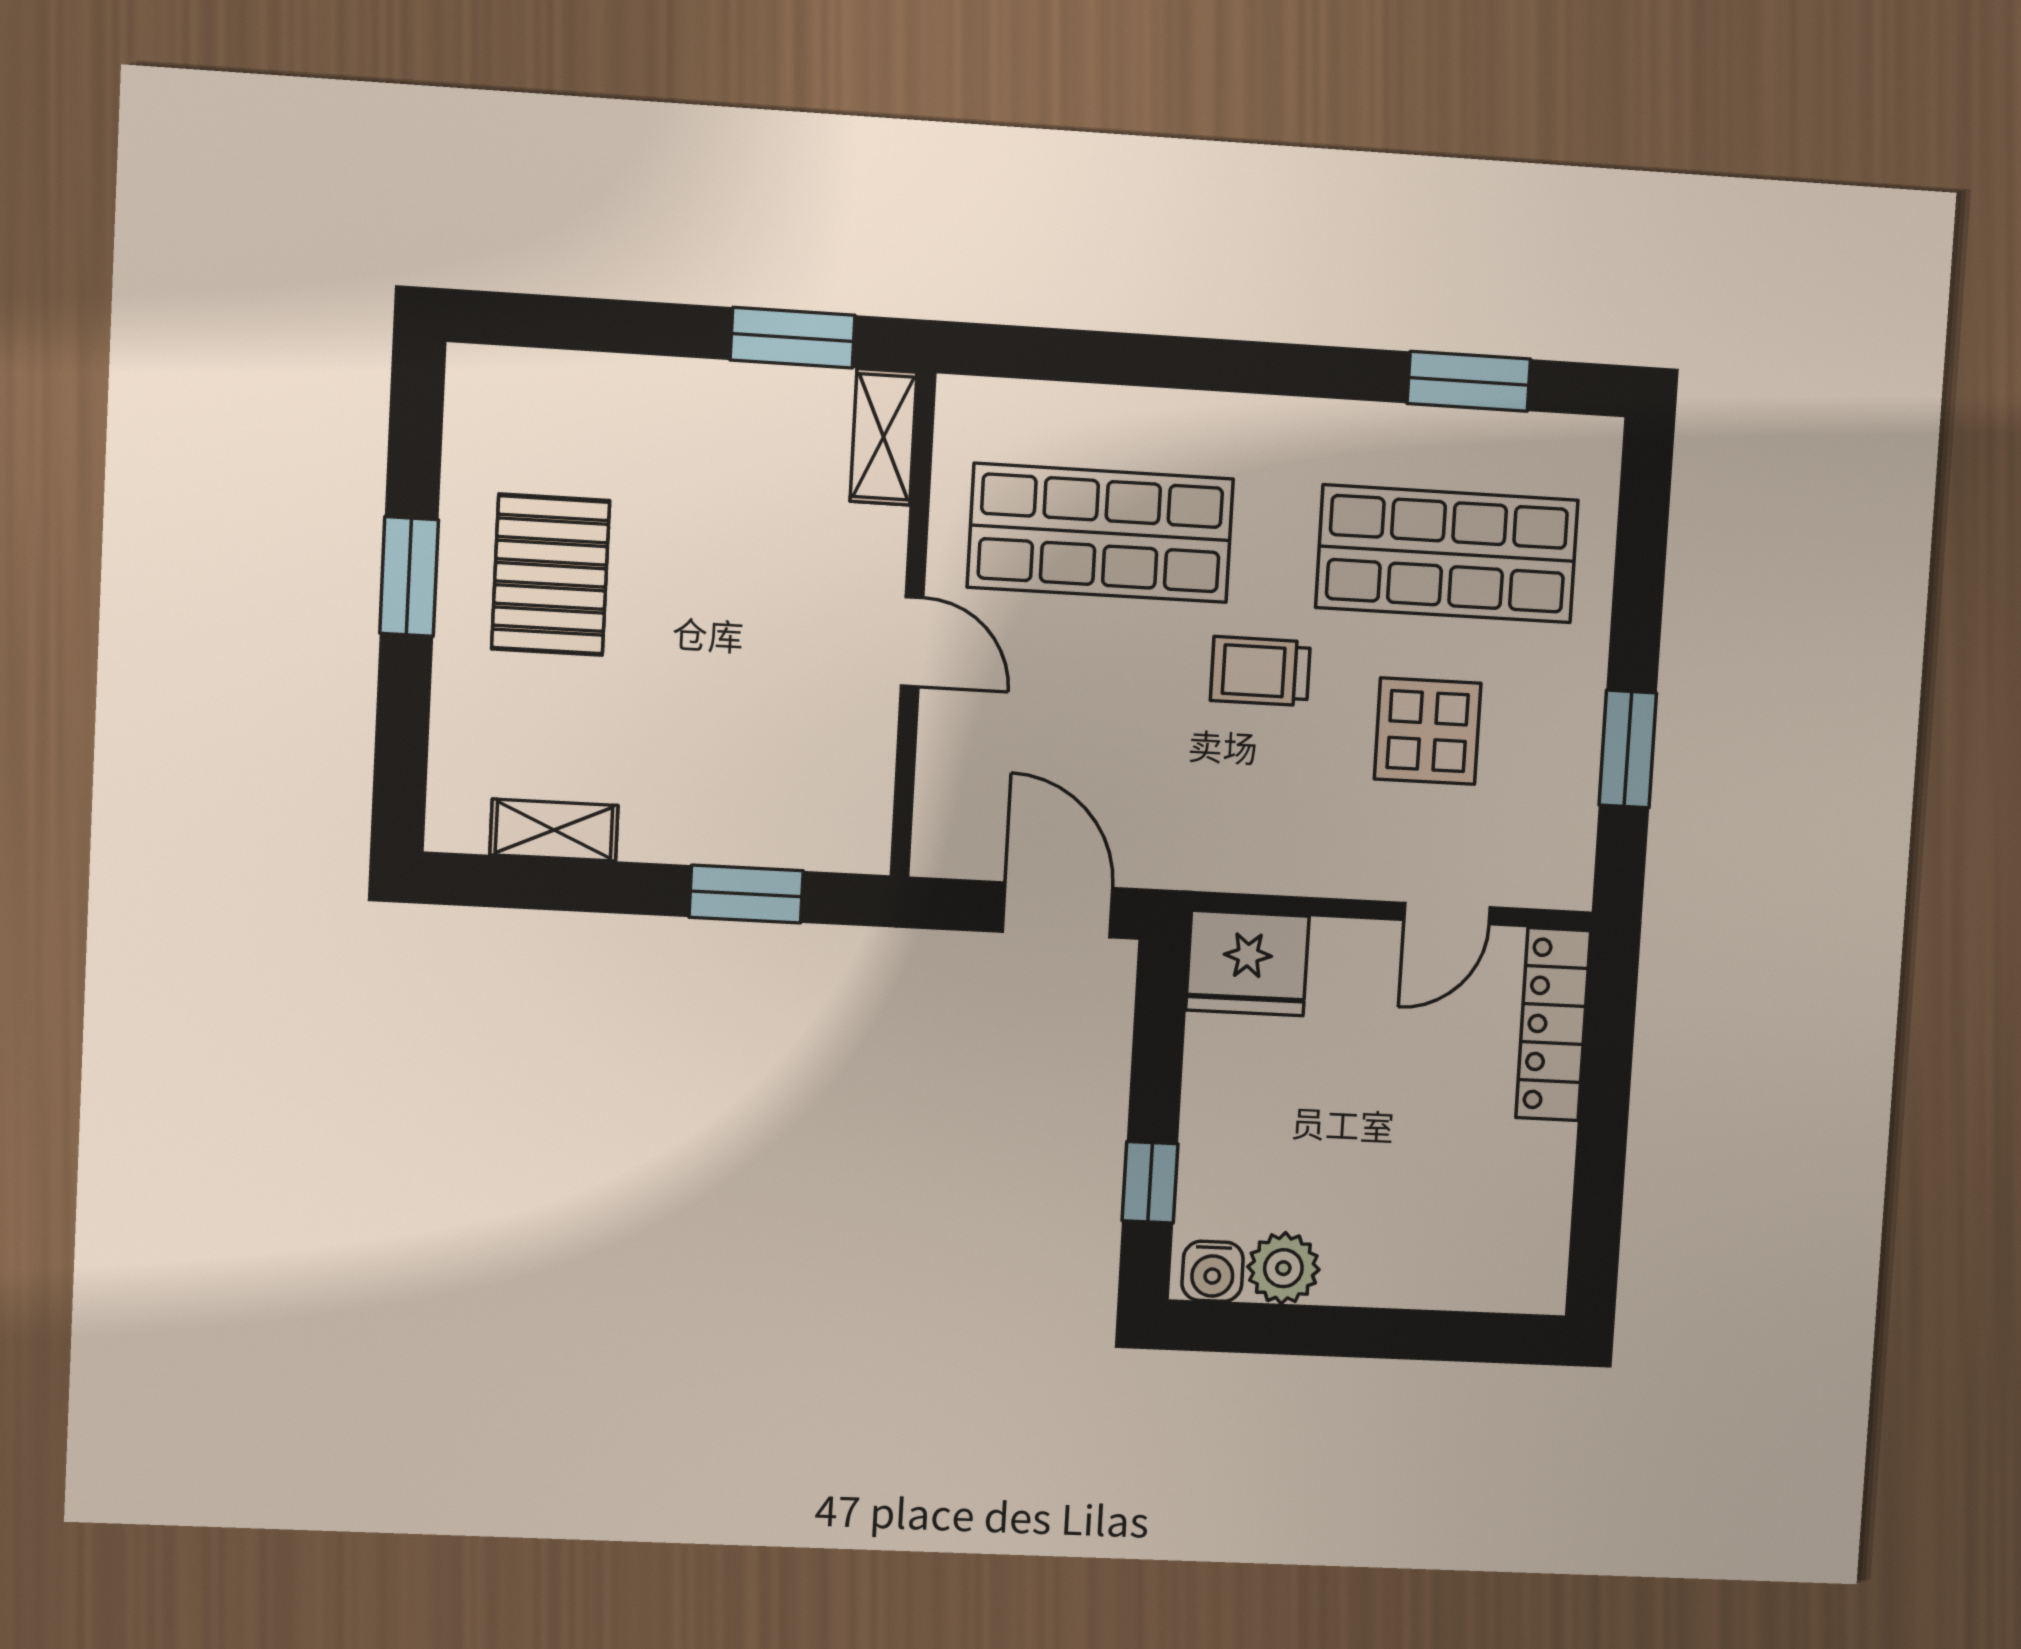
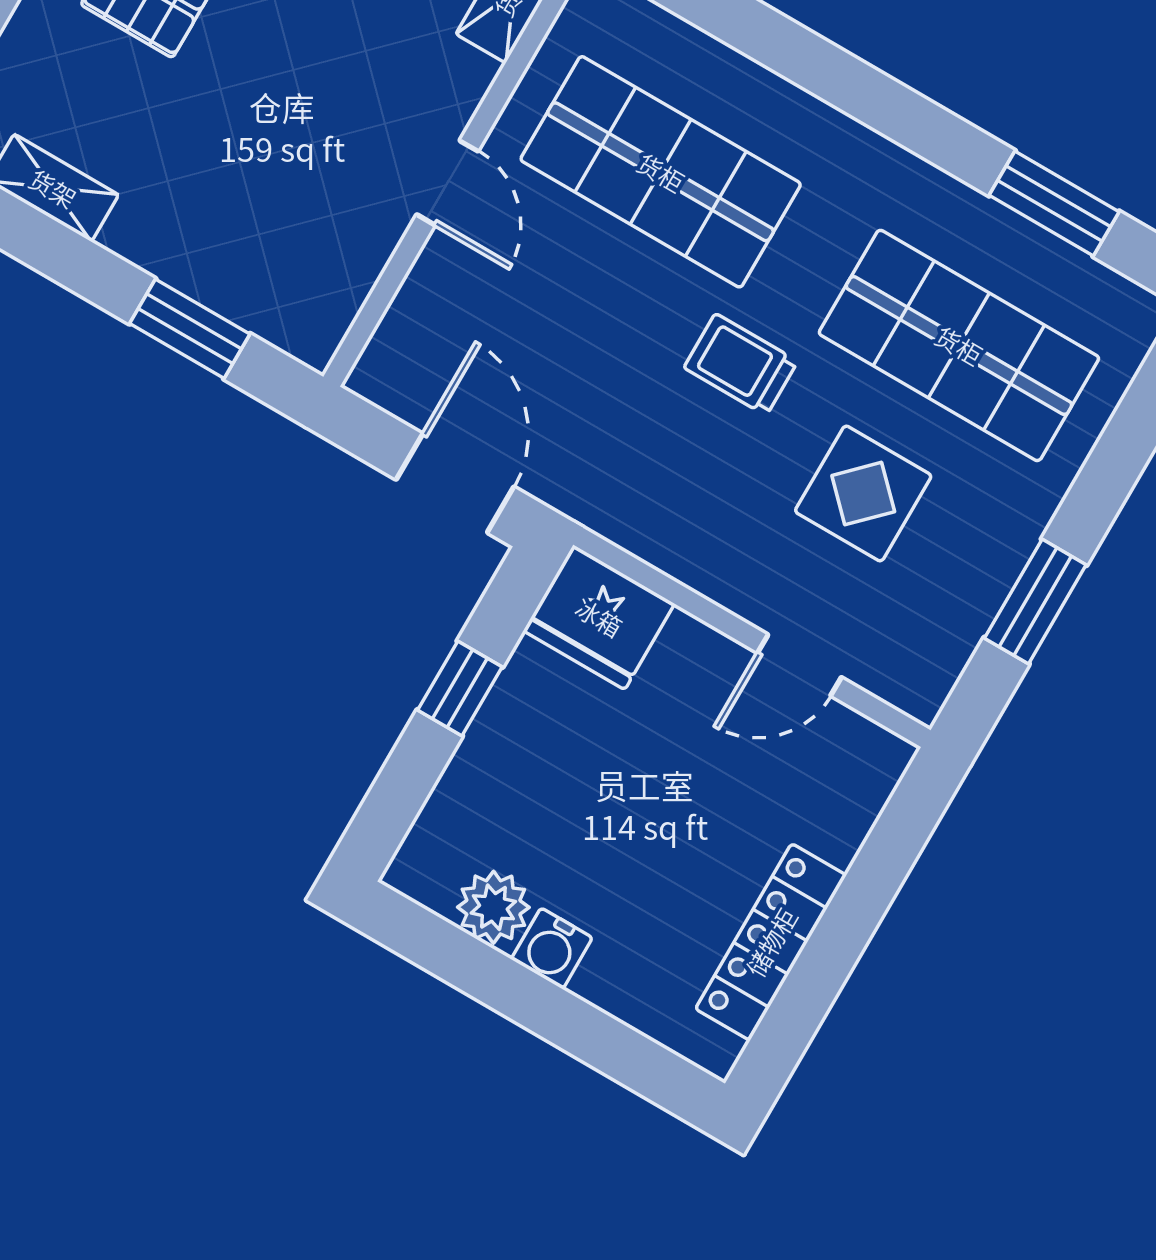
locker: (1553, 1024) -> (771, 942), moved
window: (1150, 1182) -> (460, 688), moved
water cooler: (1213, 1271) -> (552, 948), moved

